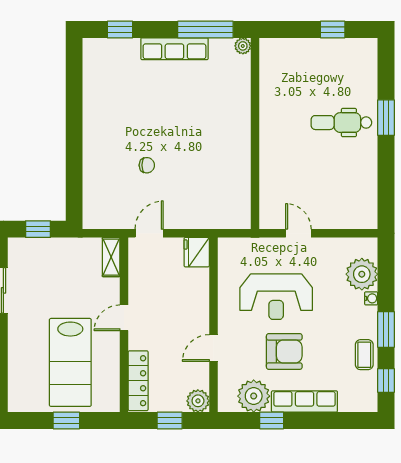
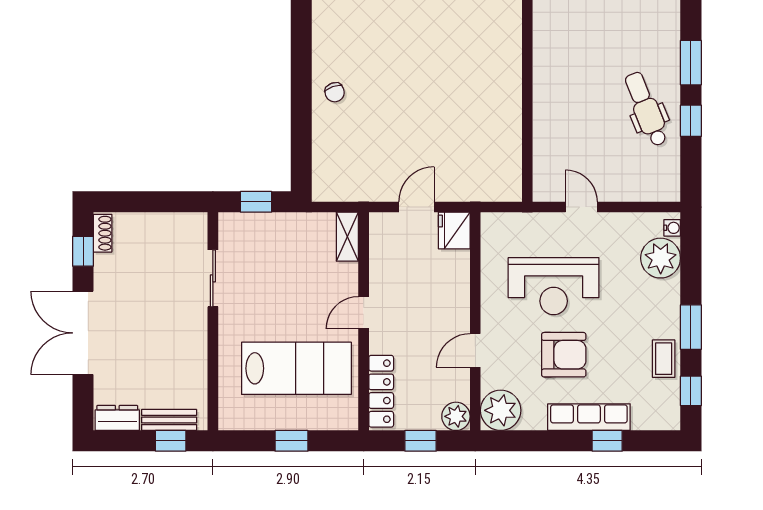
dental chair: (341, 123) -> (646, 109), moved, turned 68
window: (386, 164) -> (691, 121), added
chair: (147, 165) -> (335, 92), moved, turned 70
door: (149, 233) -> (416, 207), moved
water cooler: (371, 298) -> (672, 228), moved
lab bench: (70, 362) -> (296, 368), turned -90
plant: (254, 396) -> (501, 410), moved
window: (272, 420) -> (607, 441), moved

